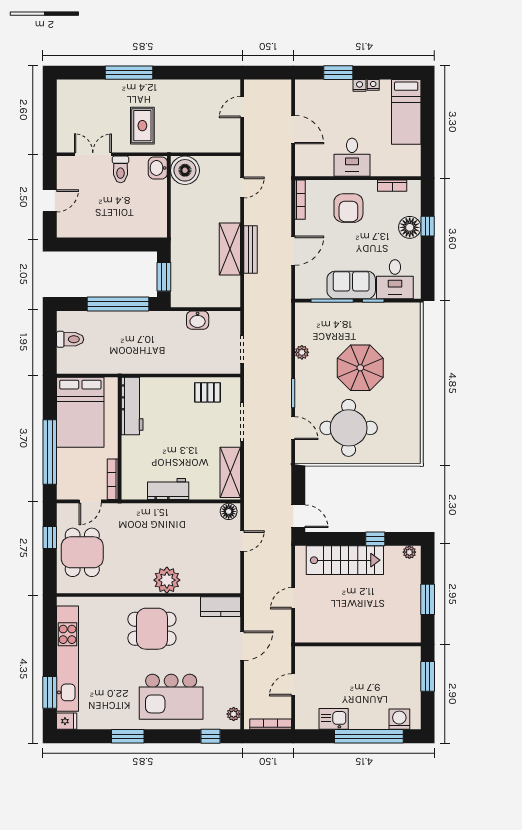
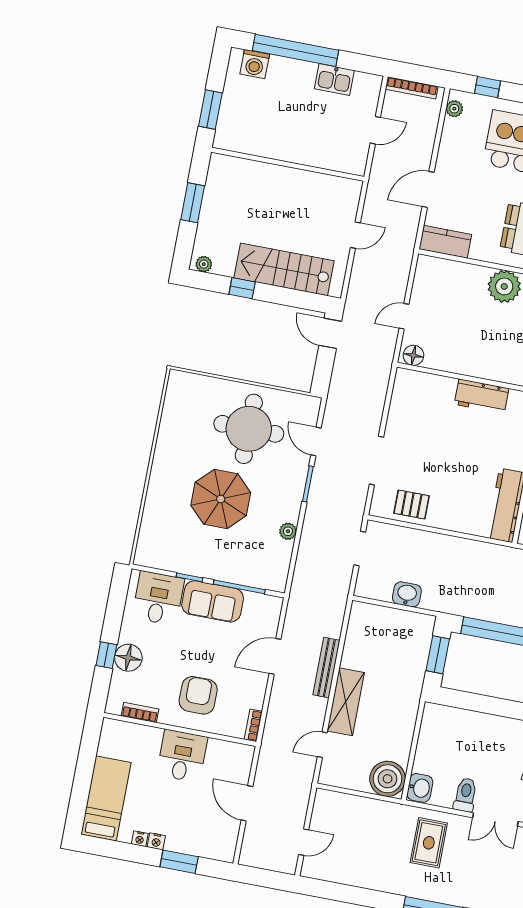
bookcase: (300, 200) -> (253, 725), width x0.64
shelving: (230, 249) -> (346, 702), moved
shelving: (230, 472) -> (402, 402), removed

